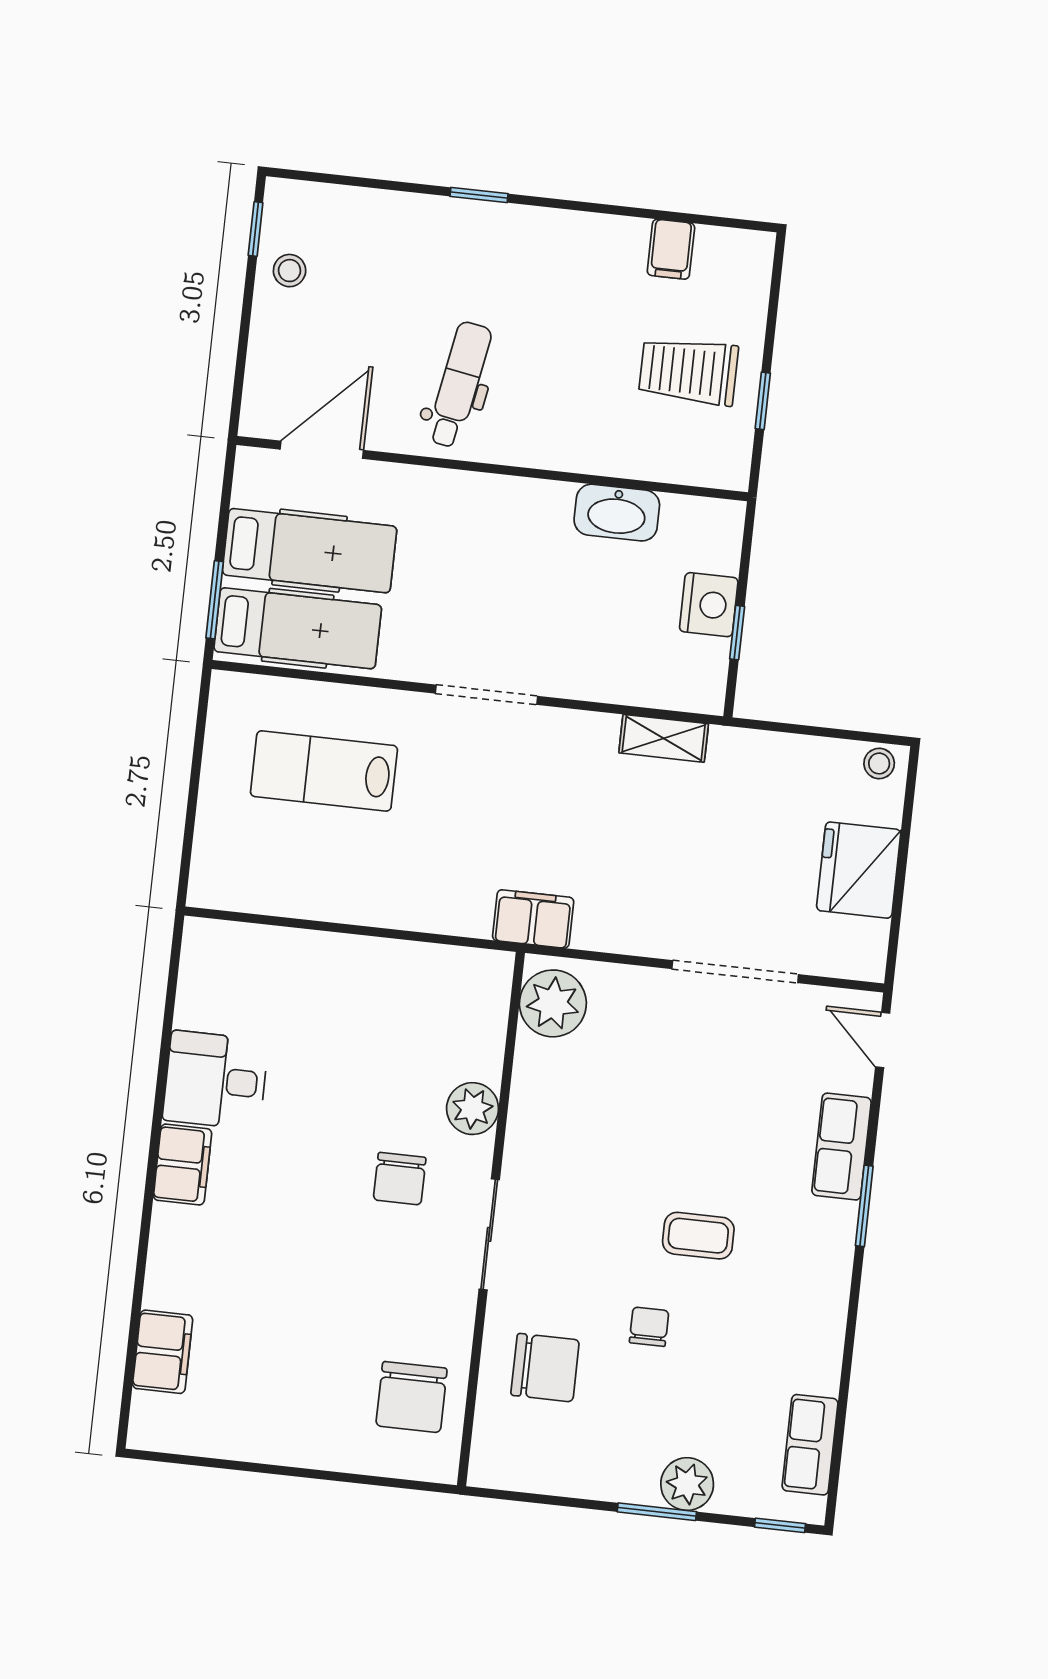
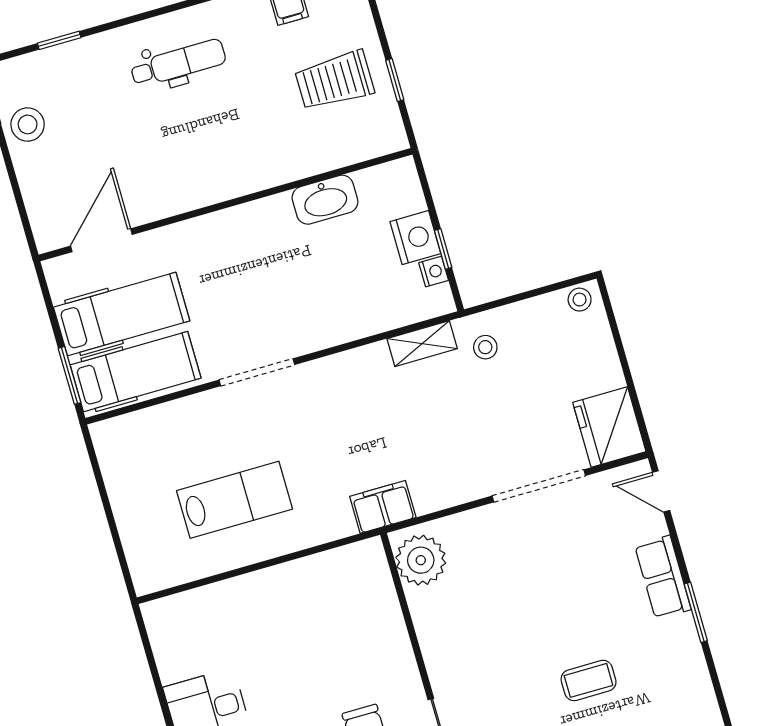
window: (479, 195) -> (59, 40), moved
stool: (290, 271) -> (28, 124), width x1.37, depth x1.37
dental chair: (459, 385) -> (178, 63), moved, turned 80
nightstand: (714, 656) -> (434, 272), added
doorway: (487, 695) -> (257, 372), moved
lab bench: (324, 771) -> (235, 500), moved, turned 180
stool: (739, 774) -> (485, 347), added
fridge: (859, 870) -> (609, 427), moved
plant: (473, 1109) -> (395, 656), removed

